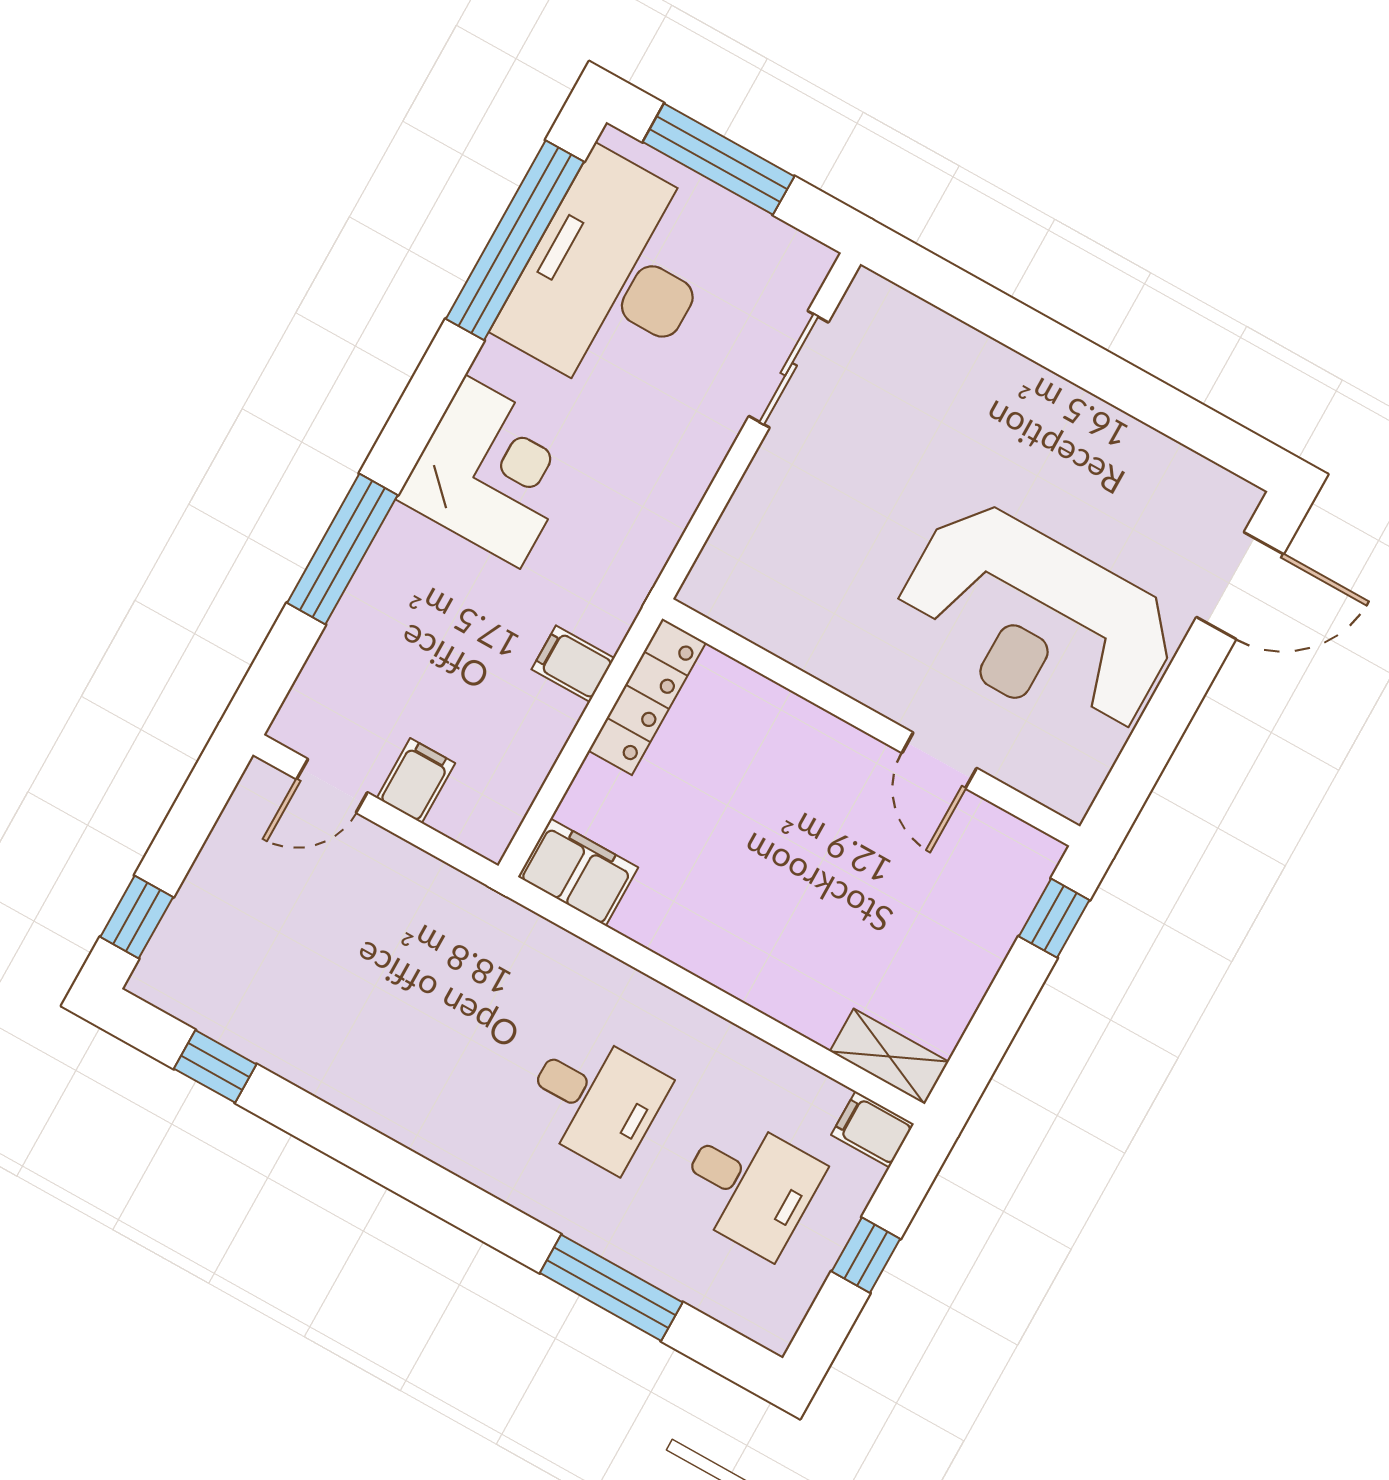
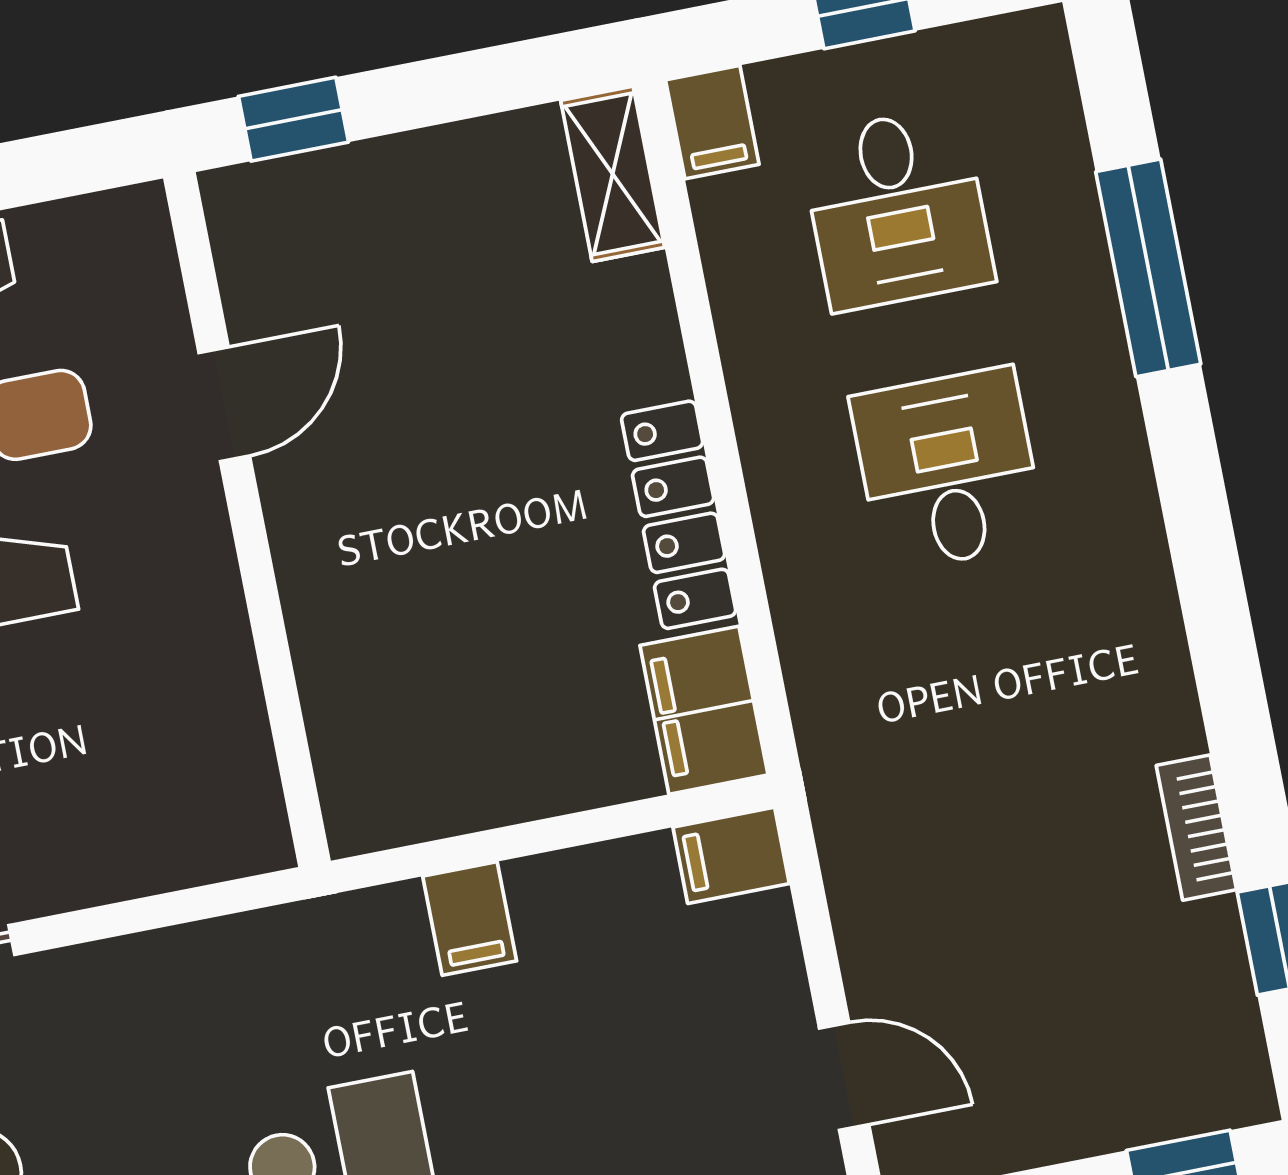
locker: (647, 697) -> (679, 515), moved, turned -90
filing cabinet: (416, 781) -> (731, 855), moved
bookcase: (307, 1071) -> (1196, 828), added
desk: (749, 1186) -> (897, 209), turned 180

